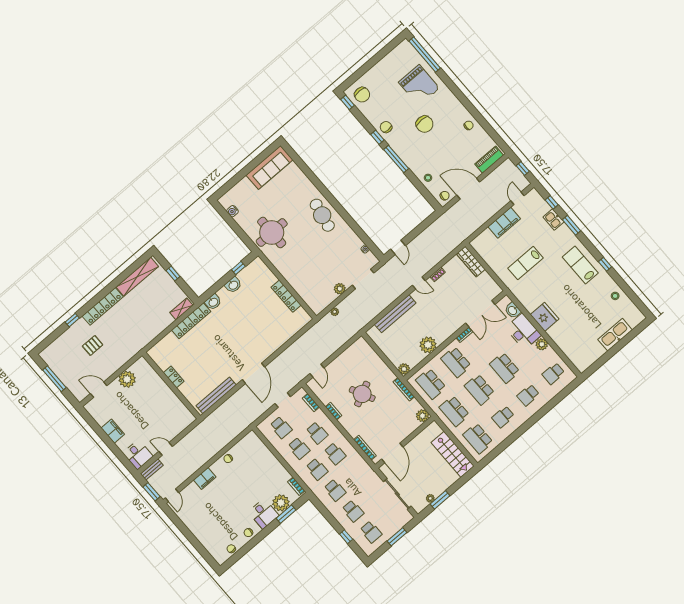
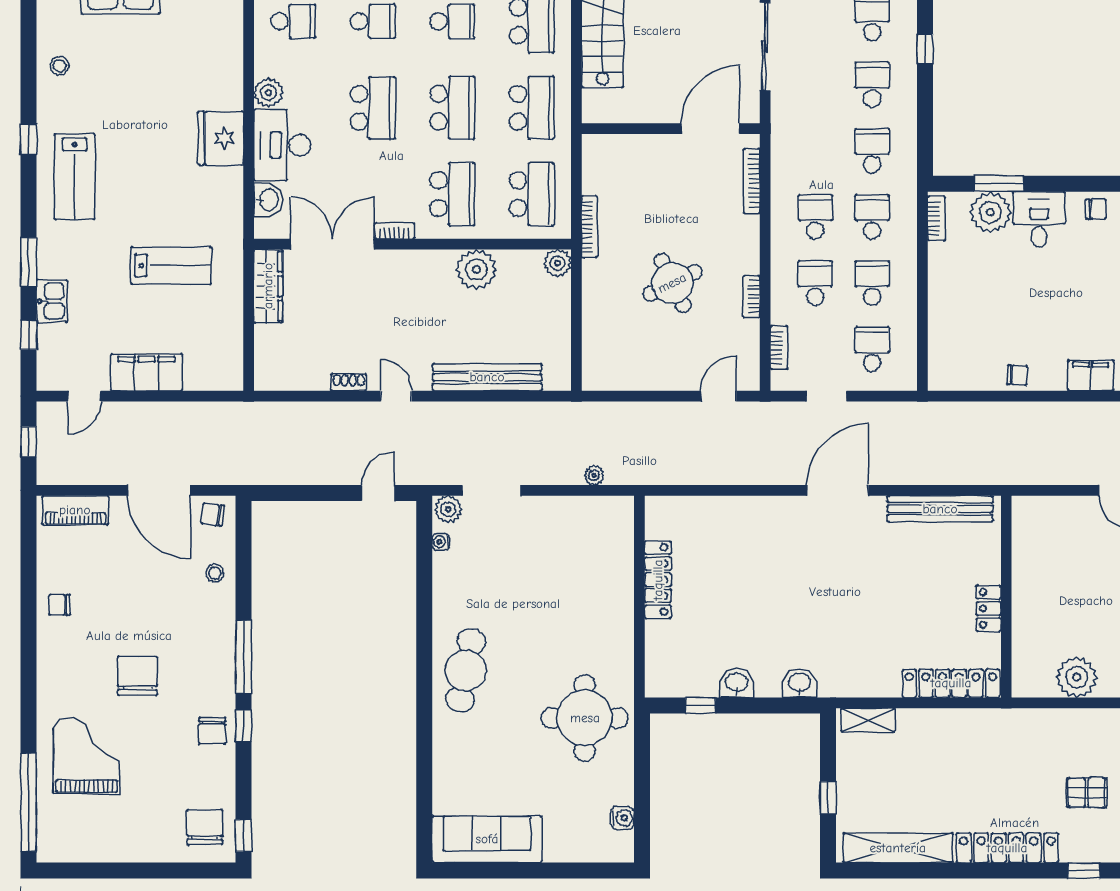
wardrobe: (471, 262) -> (268, 286), moved
plant: (340, 289) -> (448, 509), moved
locker: (191, 321) -> (951, 683), moved
plant: (423, 416) -> (597, 149), removed

